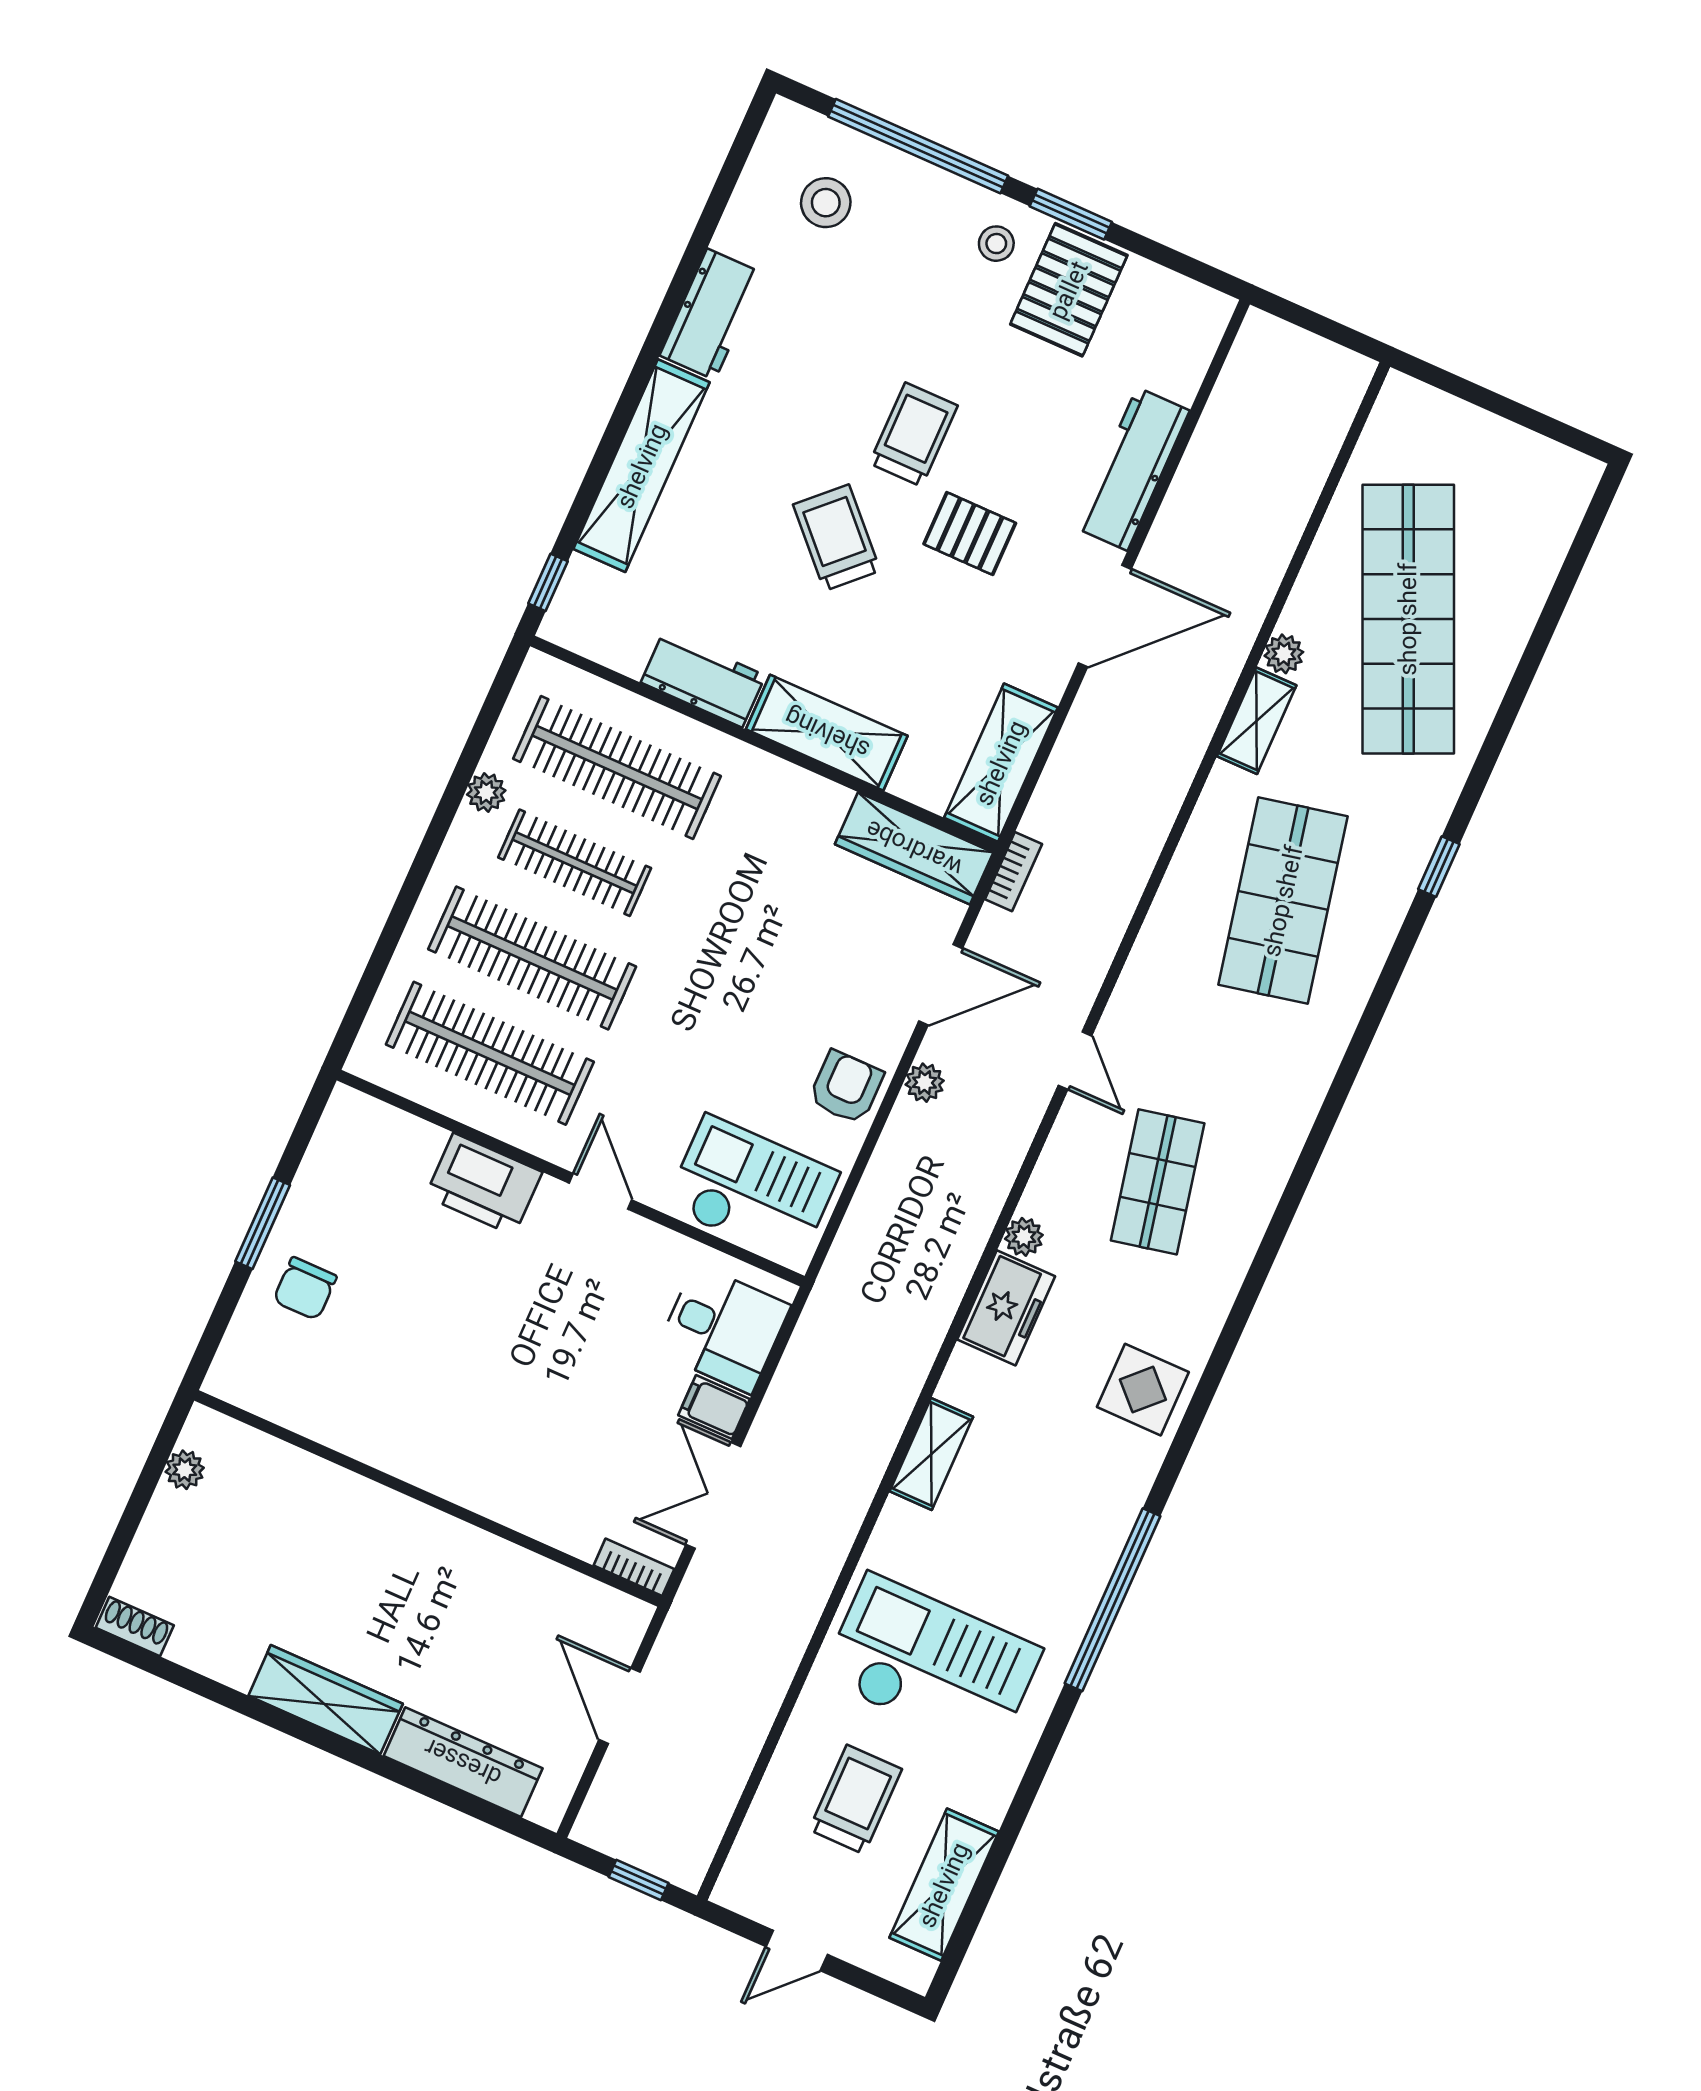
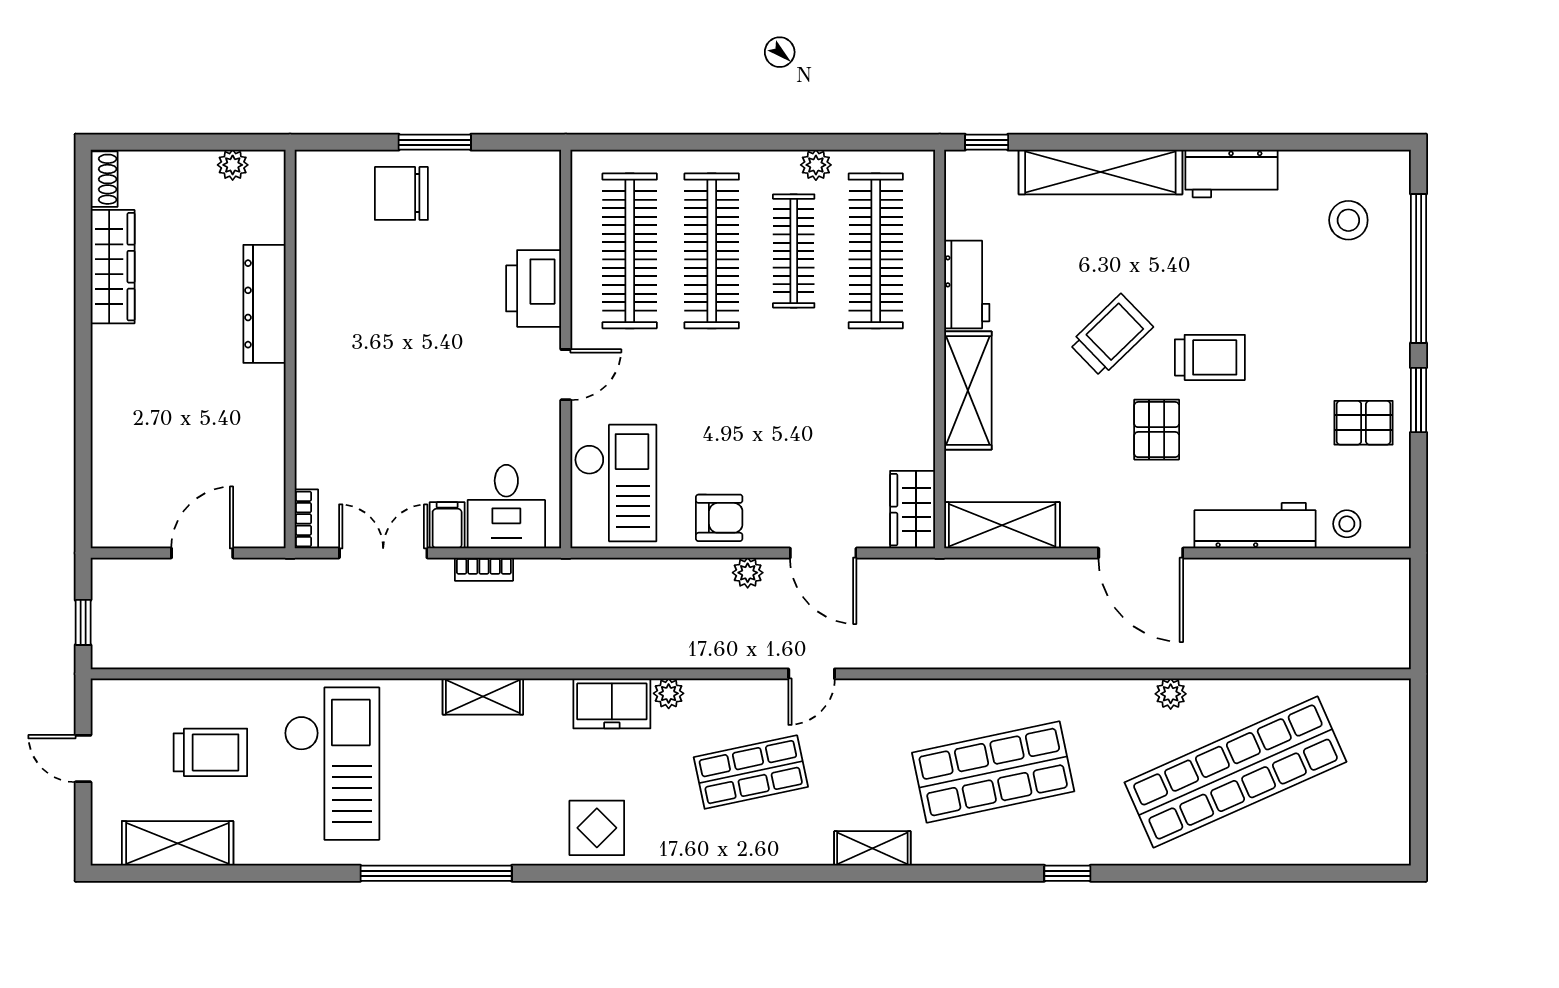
stool: (996, 244) -> (1347, 524), moved
pallet: (1069, 290) -> (1364, 423), width x0.67, depth x0.71
shelving: (1257, 721) -> (872, 848), moved
wardrobe: (914, 848) -> (913, 510), width x0.67
bookcase: (1013, 872) -> (484, 569), moved
chair: (305, 1289) -> (401, 193), width x1.37, depth x1.37
wardrobe: (326, 1700) -> (113, 267), moved
dresser: (463, 1762) -> (264, 304), moved, turned 180

